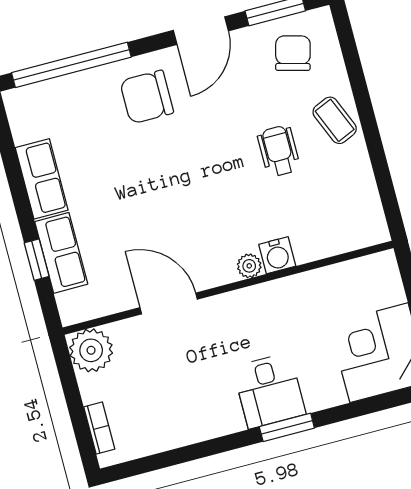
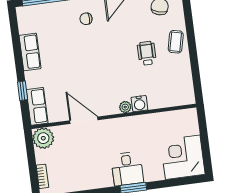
chair: (147, 97) -> (86, 19), width x0.54, depth x0.54
coffee table: (335, 120) -> (176, 42), turned 36
row of seats: (61, 253) -> (37, 106), moved

